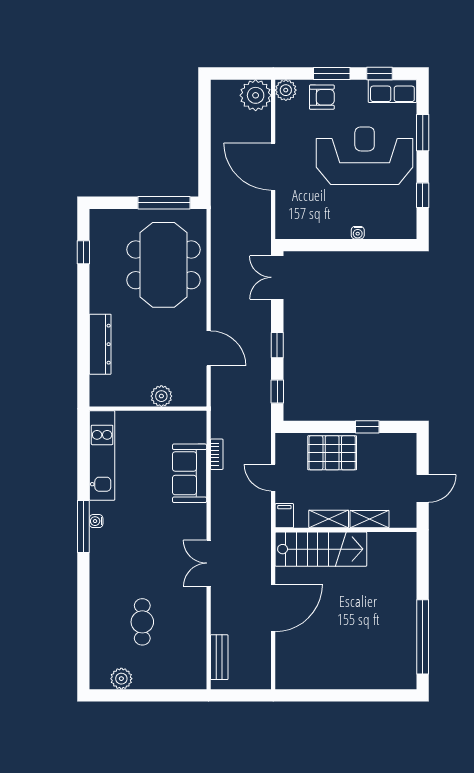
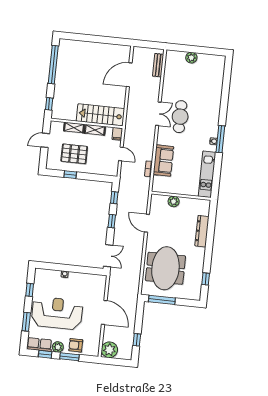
plant: (286, 90) -> (58, 347), moved
window: (205, 120) -> (137, 340), added
reception desk: (365, 156) -> (57, 313), turned 180
pallet: (332, 453) -> (74, 154), moved
window: (423, 560) -> (49, 104), added
door: (273, 608) -> (129, 75), moved
cafe table: (142, 622) -> (180, 117), moved, width x1.37, depth x1.35
plant: (121, 679) -> (191, 58), moved

